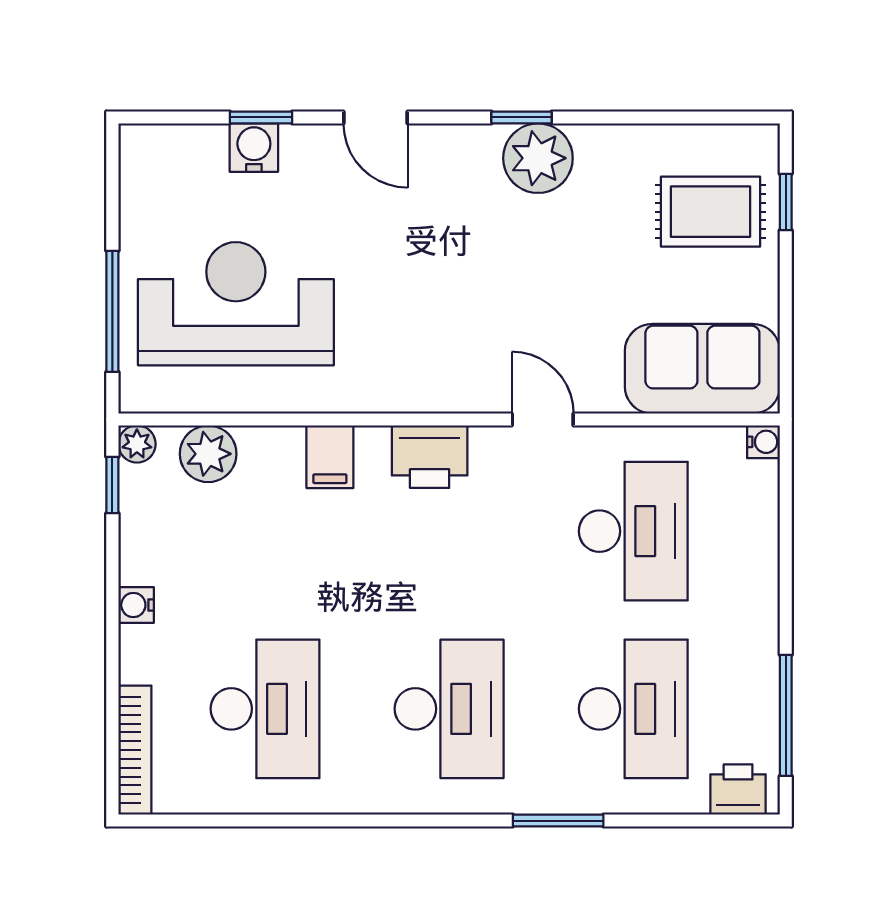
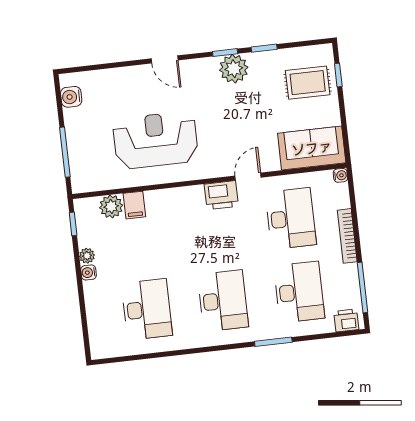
window: (261, 117) -> (264, 48), moved
water cooler: (254, 148) -> (71, 97), moved, turned -90
reception desk: (236, 304) -> (155, 140), moved
door: (543, 419) -> (248, 177), hinge flipped
plant: (137, 444) -> (87, 256), moved
filing cabinet: (330, 457) -> (134, 205), moved
printer: (430, 457) -> (221, 195), moved
bookcase: (135, 750) -> (347, 236), moved, turned 180

